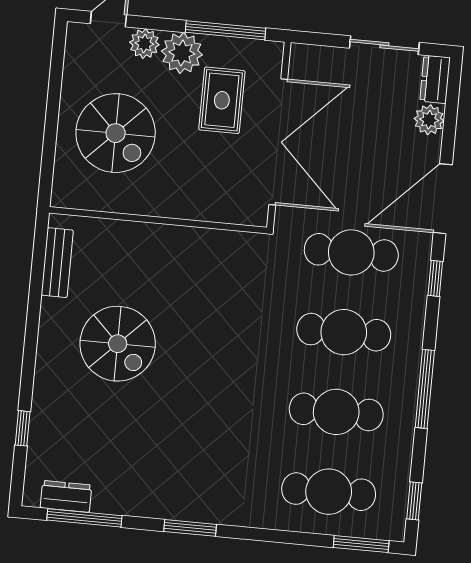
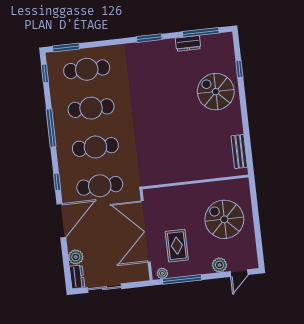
plant: (182, 53) -> (162, 273), moved, width x0.53, depth x0.53
spiral stairs: (118, 344) -> (216, 92), moved
dresser: (66, 496) -> (188, 43), moved

